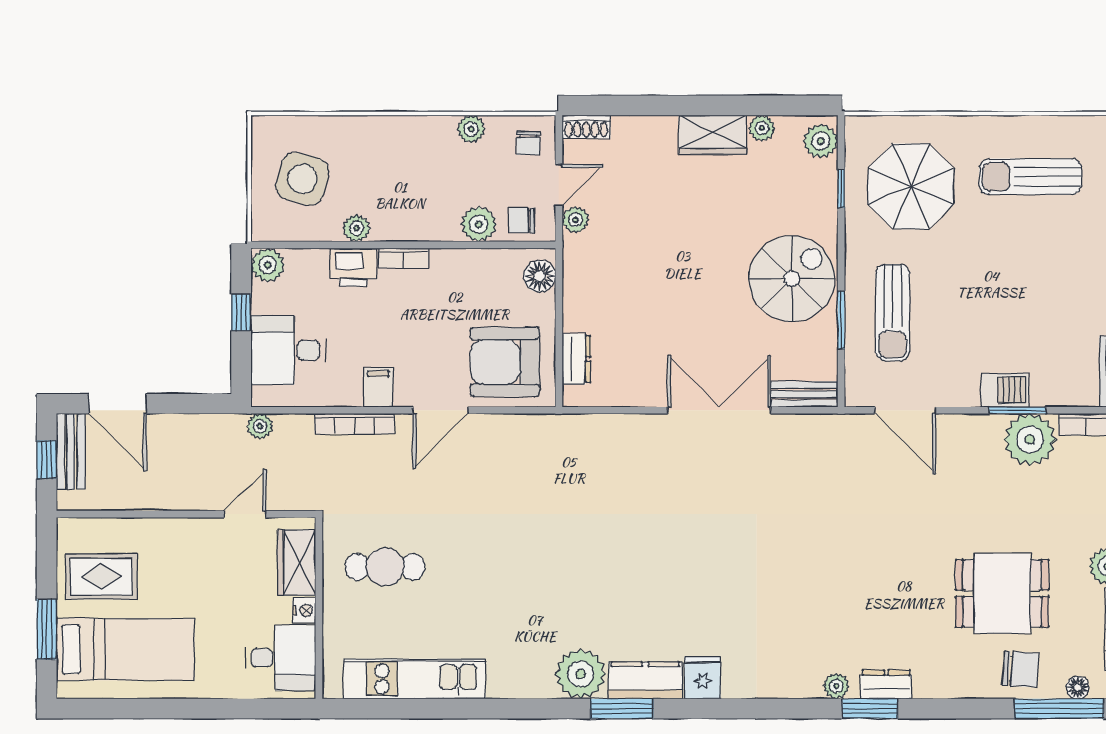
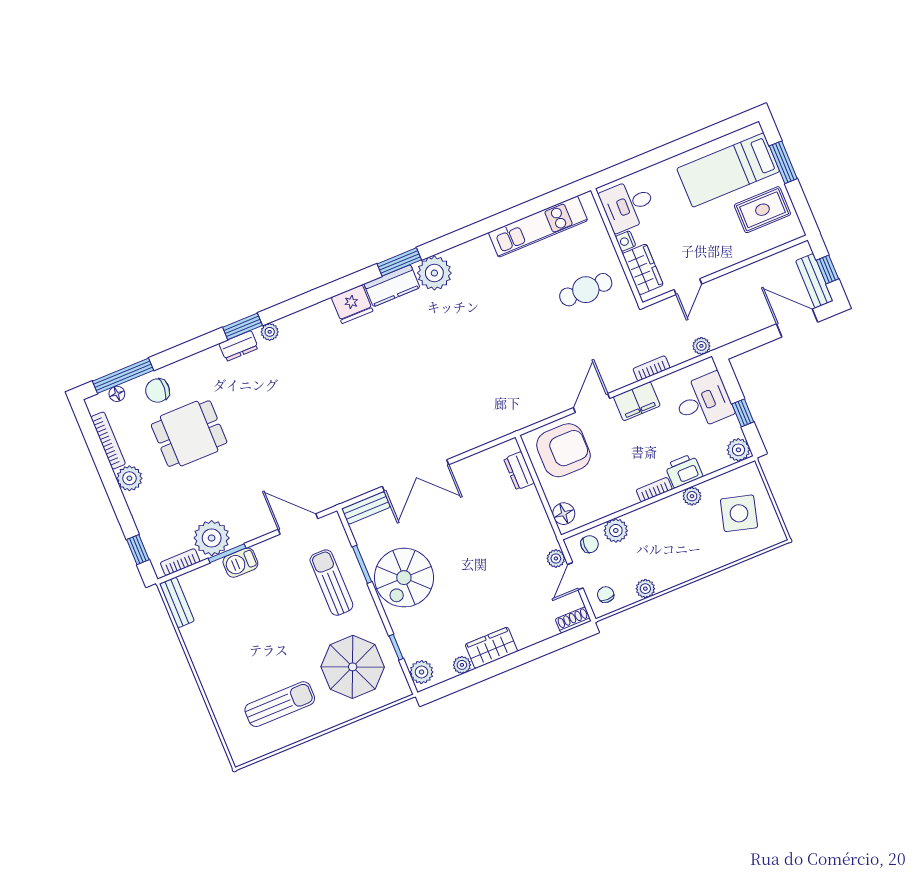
filing cabinet: (378, 387) -> (637, 401), width x2.00
bookcase: (354, 424) -> (651, 368), width x0.64
fridge: (703, 678) -> (352, 304), width x1.38

